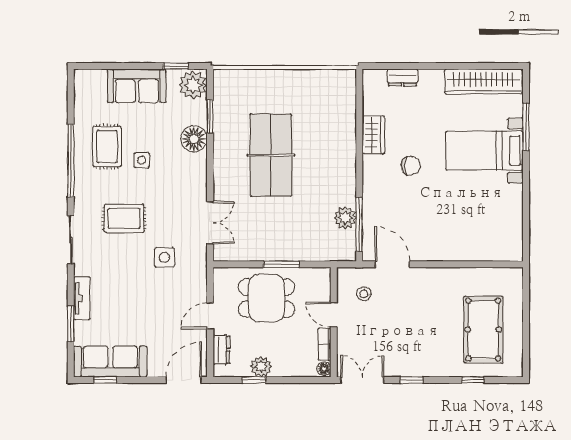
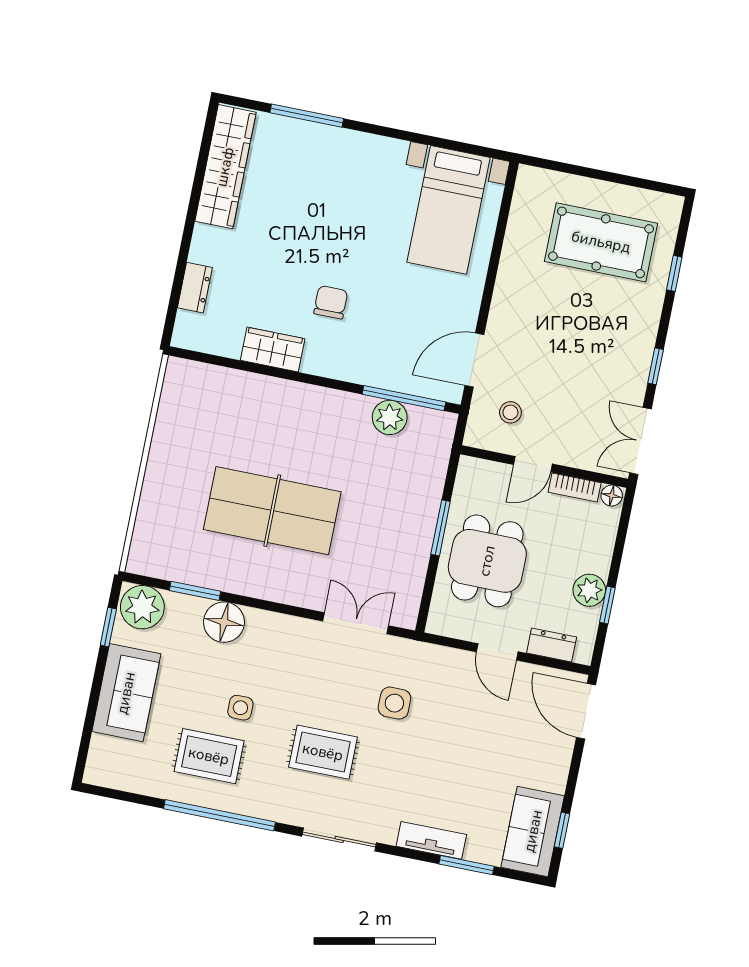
bed with nightstands: (484, 151) -> (449, 210), moved
rug: (124, 218) -> (323, 752), turned 90
sofa: (110, 362) -> (533, 831), width x0.73

